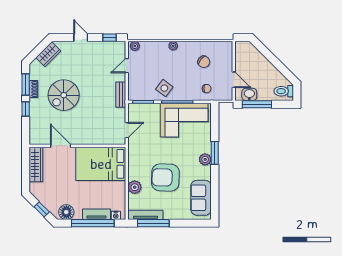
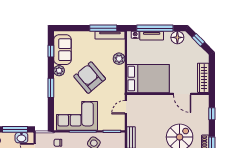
window: (26, 109) -> (212, 114), moved
plant: (205, 159) -> (59, 71), moved
armchair: (165, 177) -> (90, 78), moved, turned -132
window: (215, 196) -> (51, 51), added

